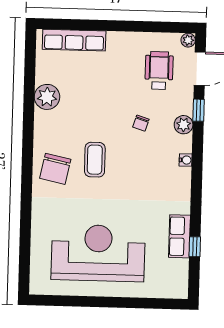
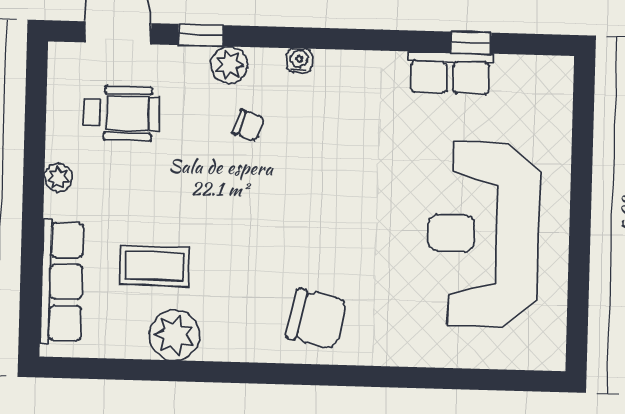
plant: (188, 40) -> (58, 178), moved
wheelchair: (159, 71) -> (122, 113), turned 180
chair: (141, 123) -> (249, 125), moved
coffee table: (95, 160) -> (154, 266), moved

